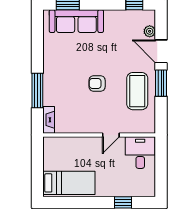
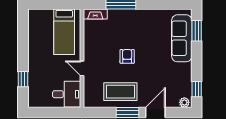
plant: (150, 31) -> (184, 102), moved
bed: (69, 183) -> (64, 32), moved

